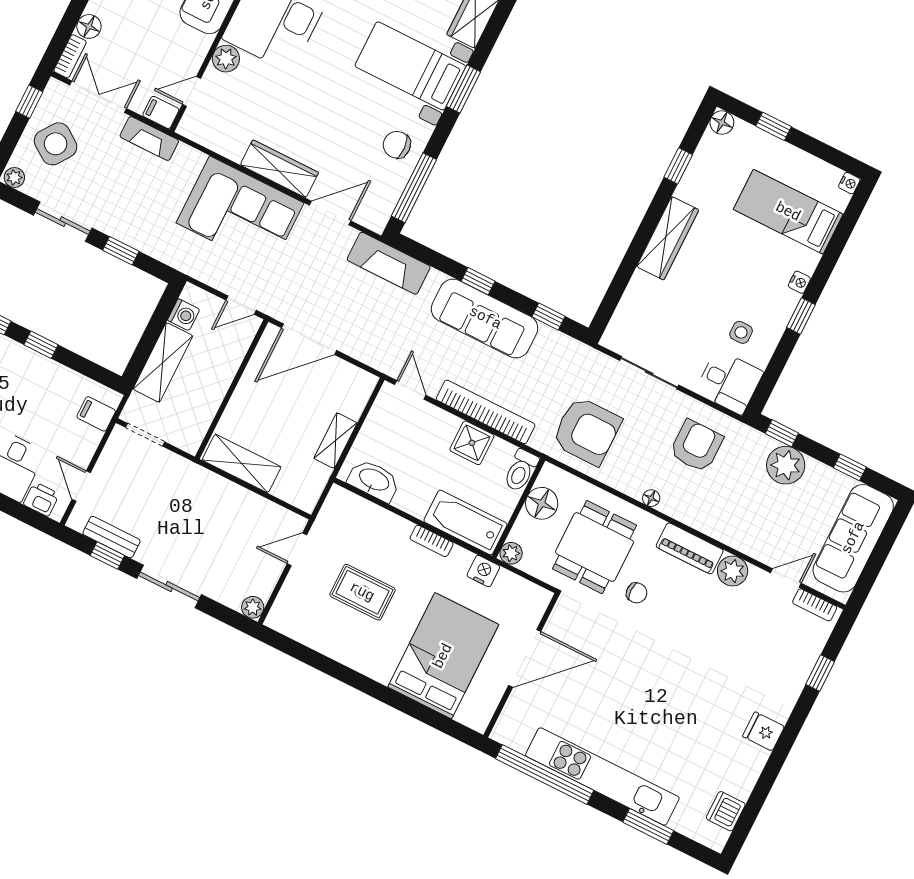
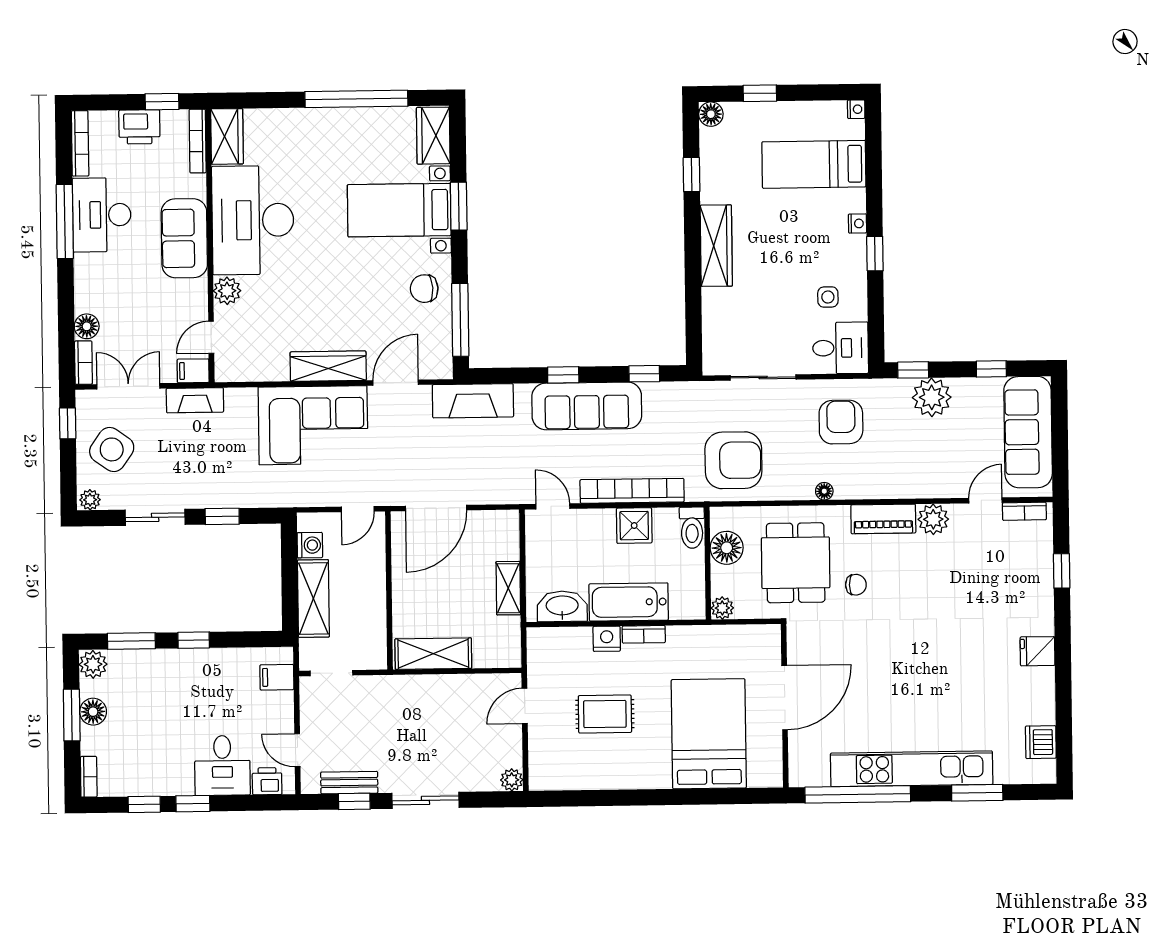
bathtub: (465, 522) -> (629, 602), moved
nightstand: (483, 571) -> (607, 639), moved

